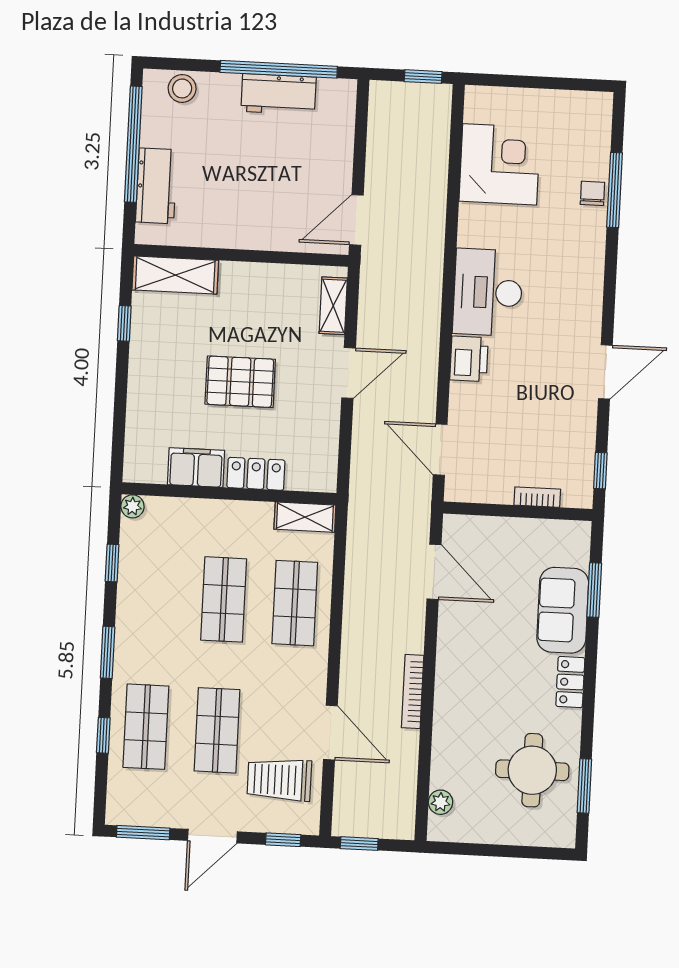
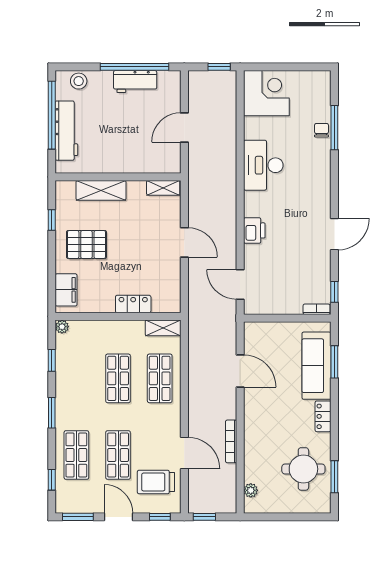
corner desk: (500, 164) -> (266, 93), moved
workbench: (156, 186) -> (66, 131), width x1.38
door: (356, 220) -> (184, 127), moved
shelving: (175, 275) -> (101, 190), moved
desk: (488, 292) -> (263, 165), moved
shelving: (333, 306) -> (163, 188), moved, turned 90
door: (349, 373) -> (184, 242), hinge flipped
pallet: (240, 382) -> (86, 245), moved
filing cabinet: (196, 467) -> (66, 290), moved, turned 90
bookcase: (537, 497) -> (317, 309), moved
door: (434, 572) -> (240, 371), moved
sofa: (563, 610) -> (316, 366), width x1.36
bookcase: (413, 692) -> (231, 441), moved
window: (103, 735) -> (52, 480), moved
door: (212, 836) -> (118, 517), swing flipped

